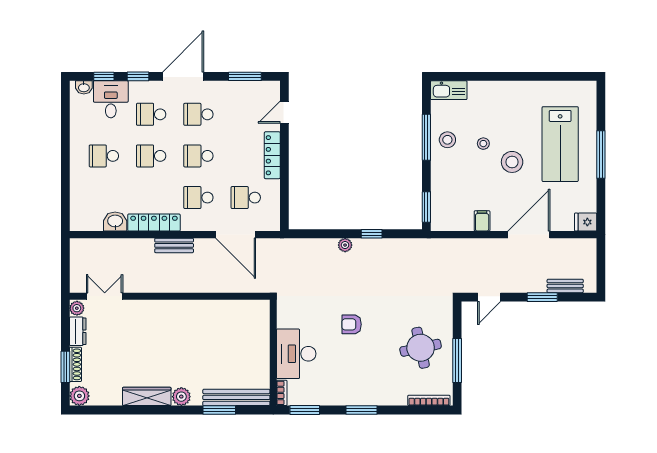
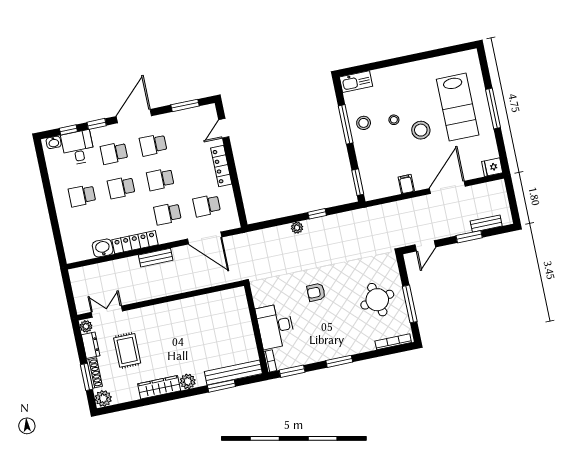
rug: (119, 346) -> (127, 350), added

